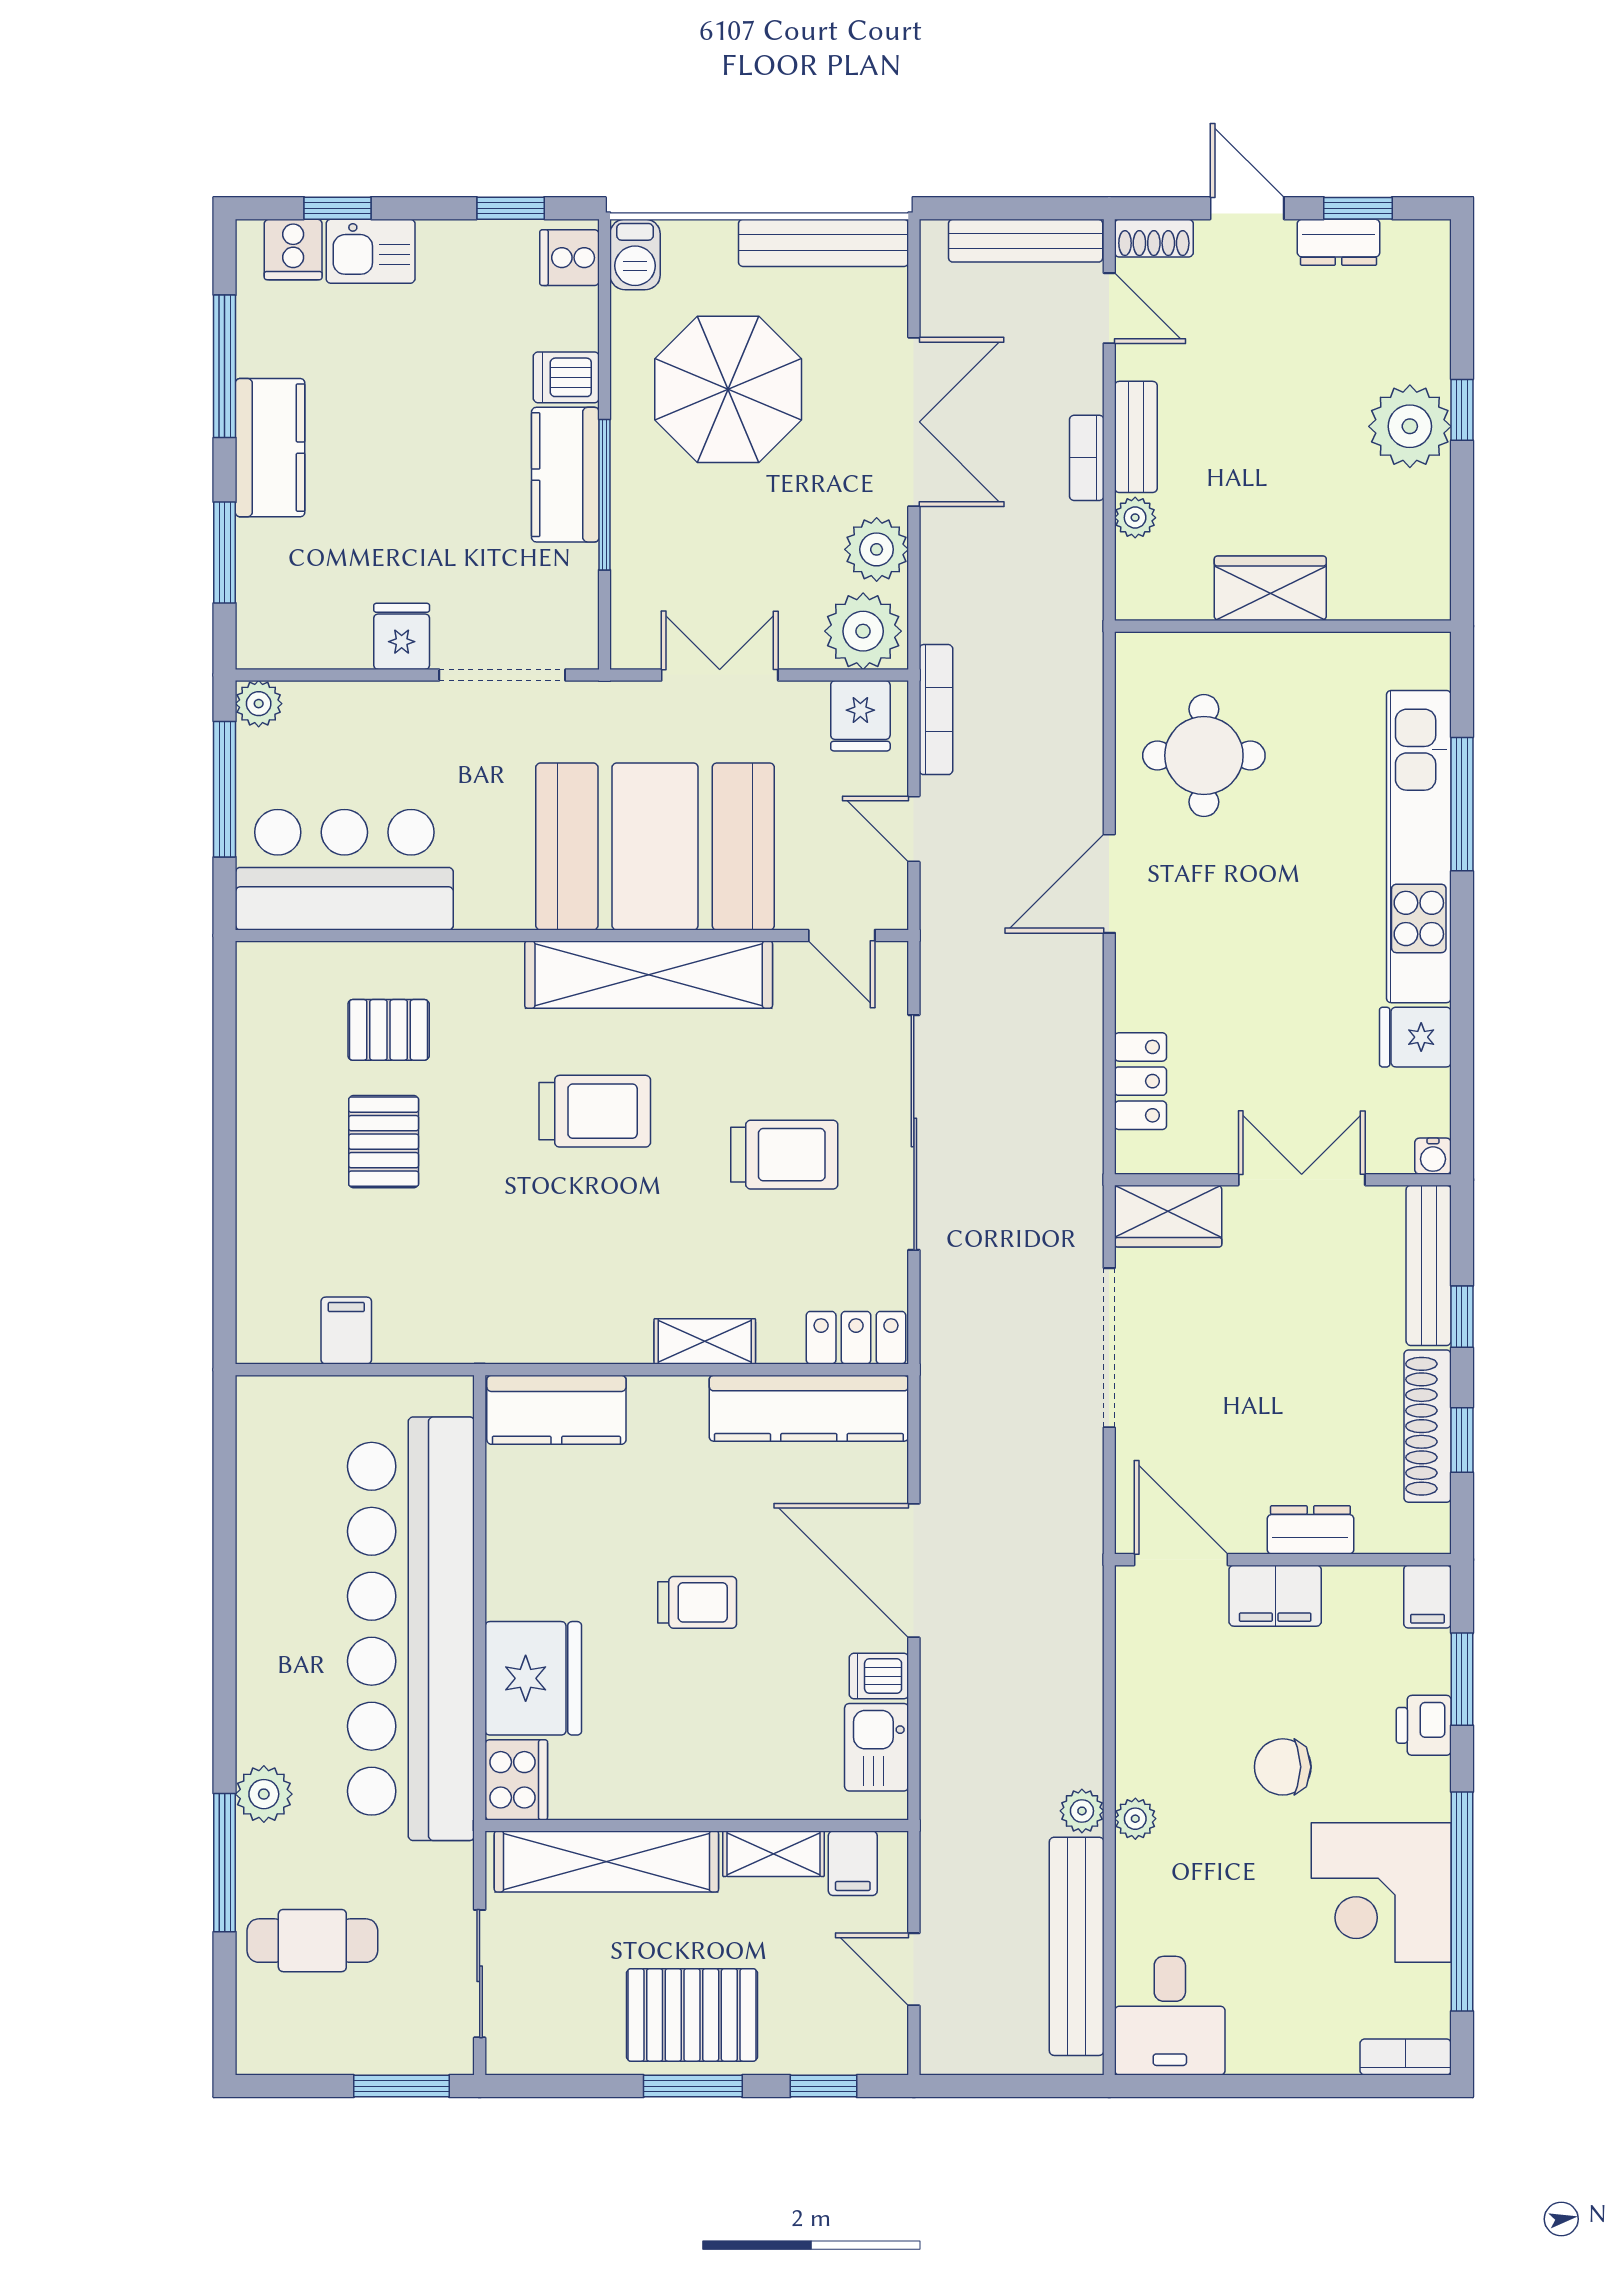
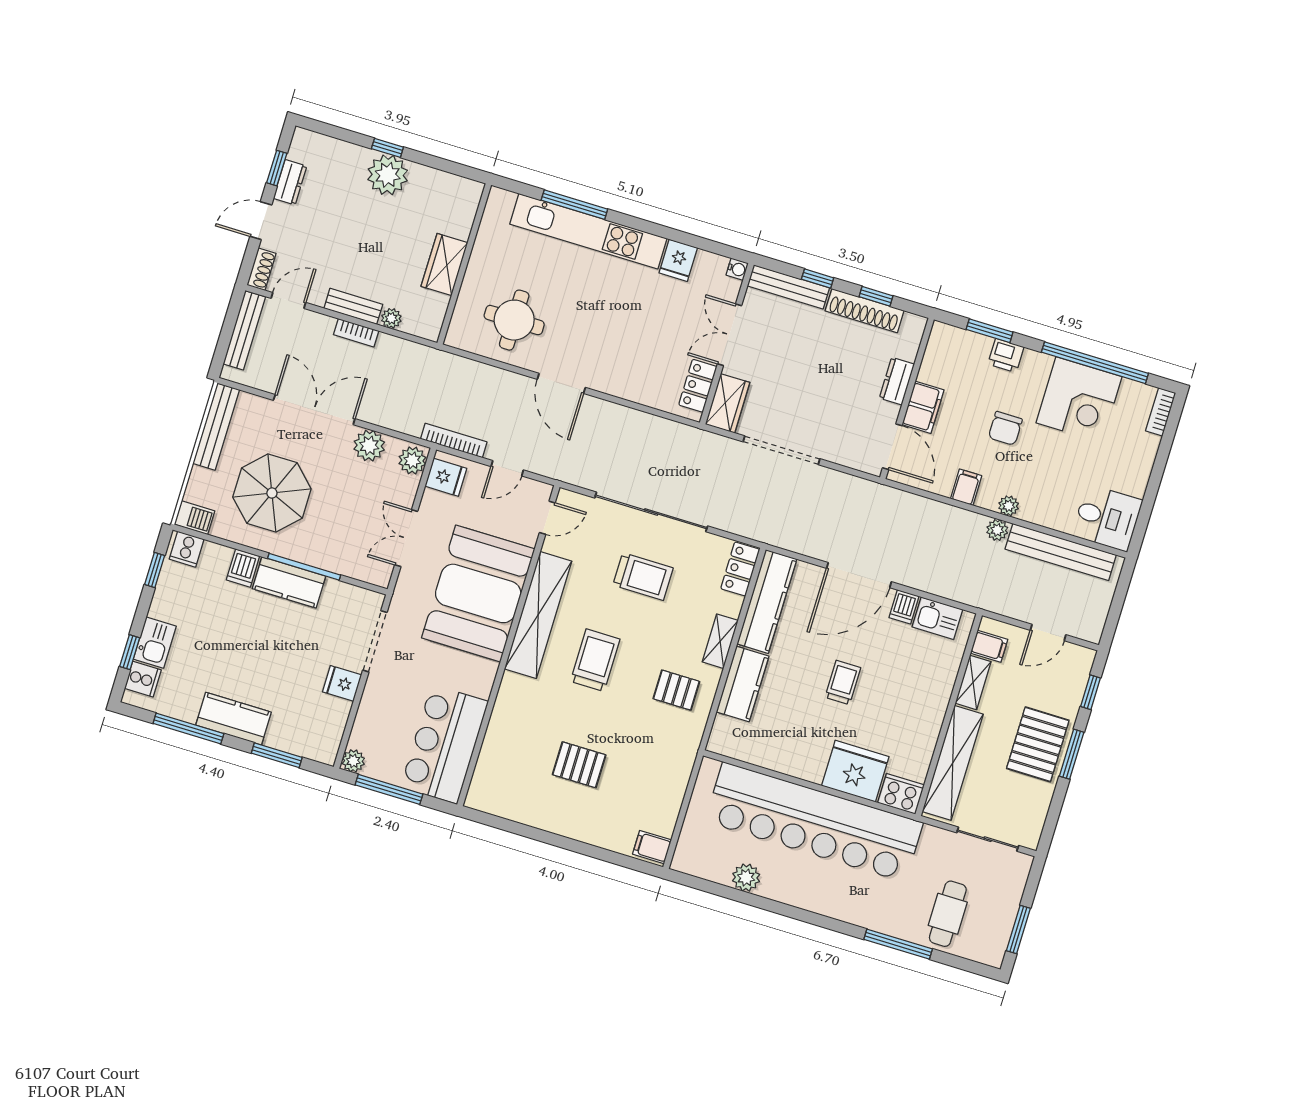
plant: (863, 631) -> (412, 460), width x0.73, depth x0.73
pallet: (389, 1030) -> (676, 690), moved, turned 90
locker: (1141, 1081) -> (698, 386), moved, turned -90
trolley: (784, 1155) -> (643, 577), turned 90
filing cabinet: (346, 1331) -> (652, 847), moved
kitchen counter: (556, 1410) -> (743, 684), moved
door: (1181, 1560) -> (892, 447), swing flipped
filing cabinet: (1427, 1597) -> (966, 487), moved, turned -90
plant: (264, 1794) -> (746, 878), moved
window: (402, 2086) -> (1018, 929), moved

